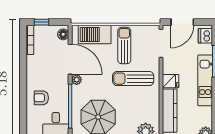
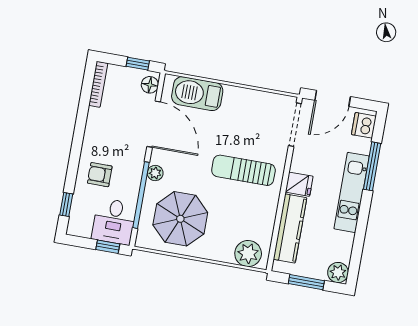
window: (42, 22) -> (138, 64), moved
sun lounger: (124, 45) -> (239, 118), removed
plant: (77, 80) -> (155, 173), moved
window: (23, 121) -> (66, 204), added

